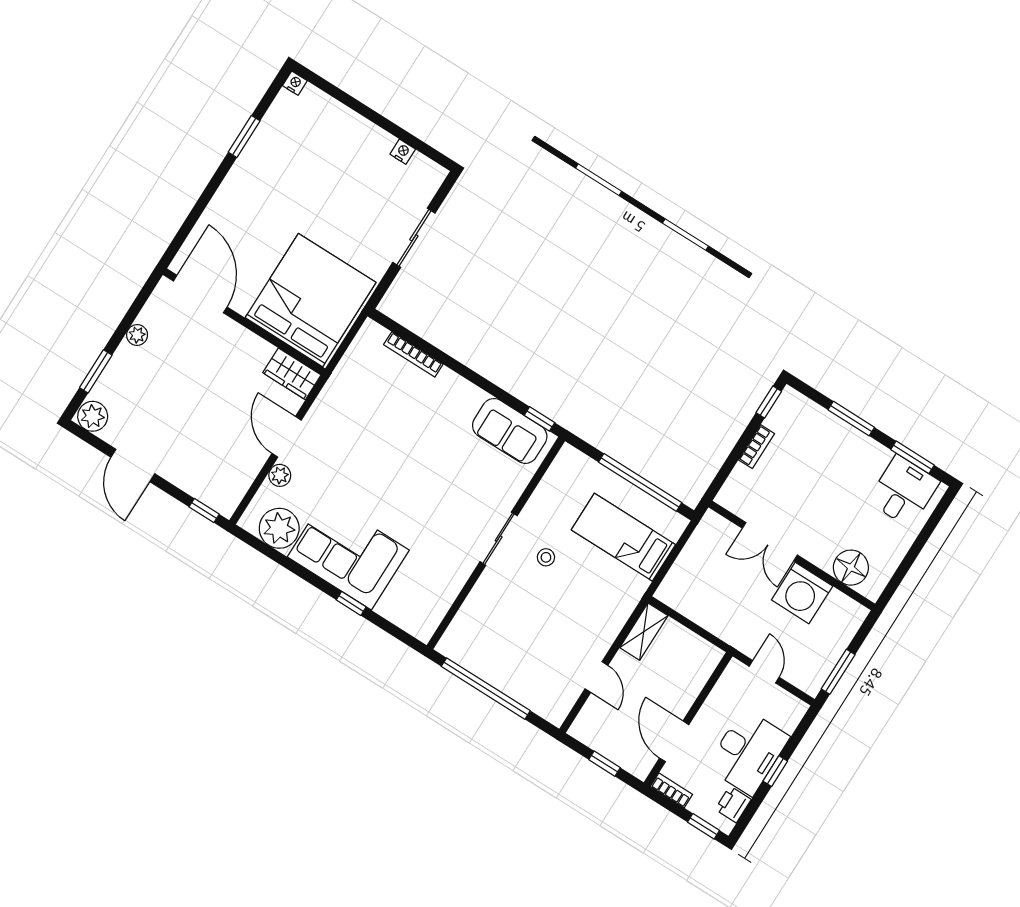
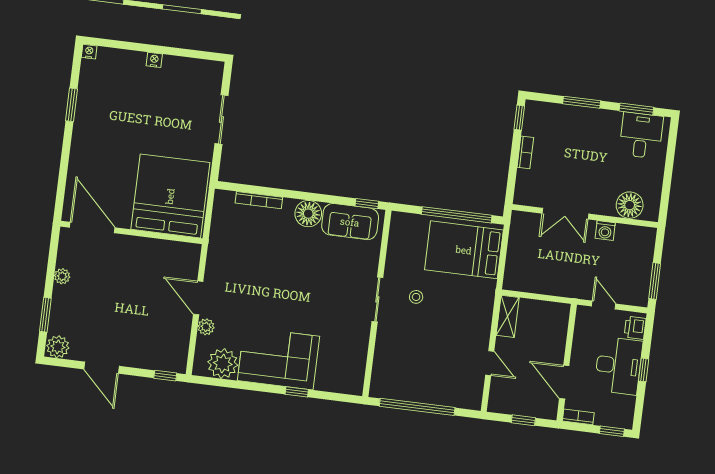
nightstand: (403, 152) -> (154, 60), moved
wardrobe: (292, 374) -> (181, 253), removed
floor lamp: (465, 398) -> (308, 214), added
bed: (623, 537) -> (464, 250), width x1.50
washing machine: (802, 593) -> (605, 231), width x0.53, depth x0.53
printer: (733, 804) -> (635, 328), moved

